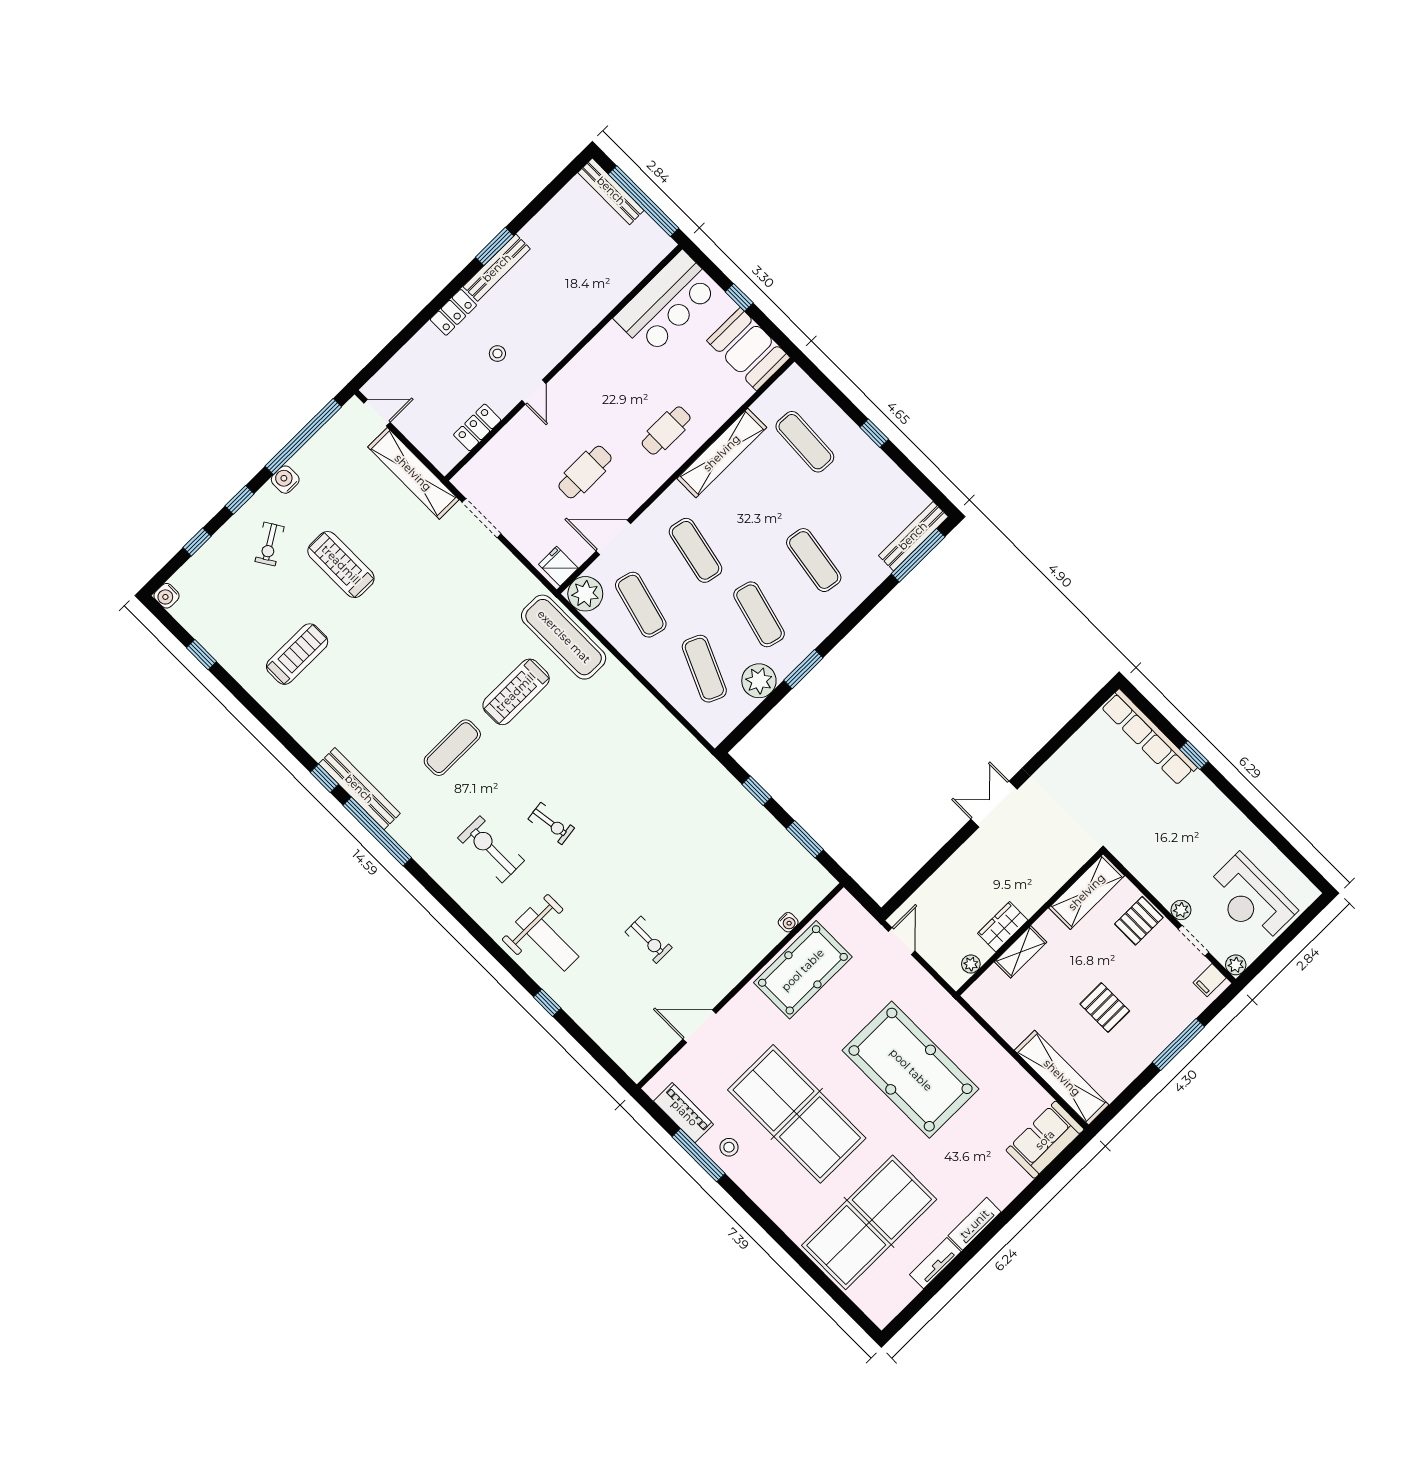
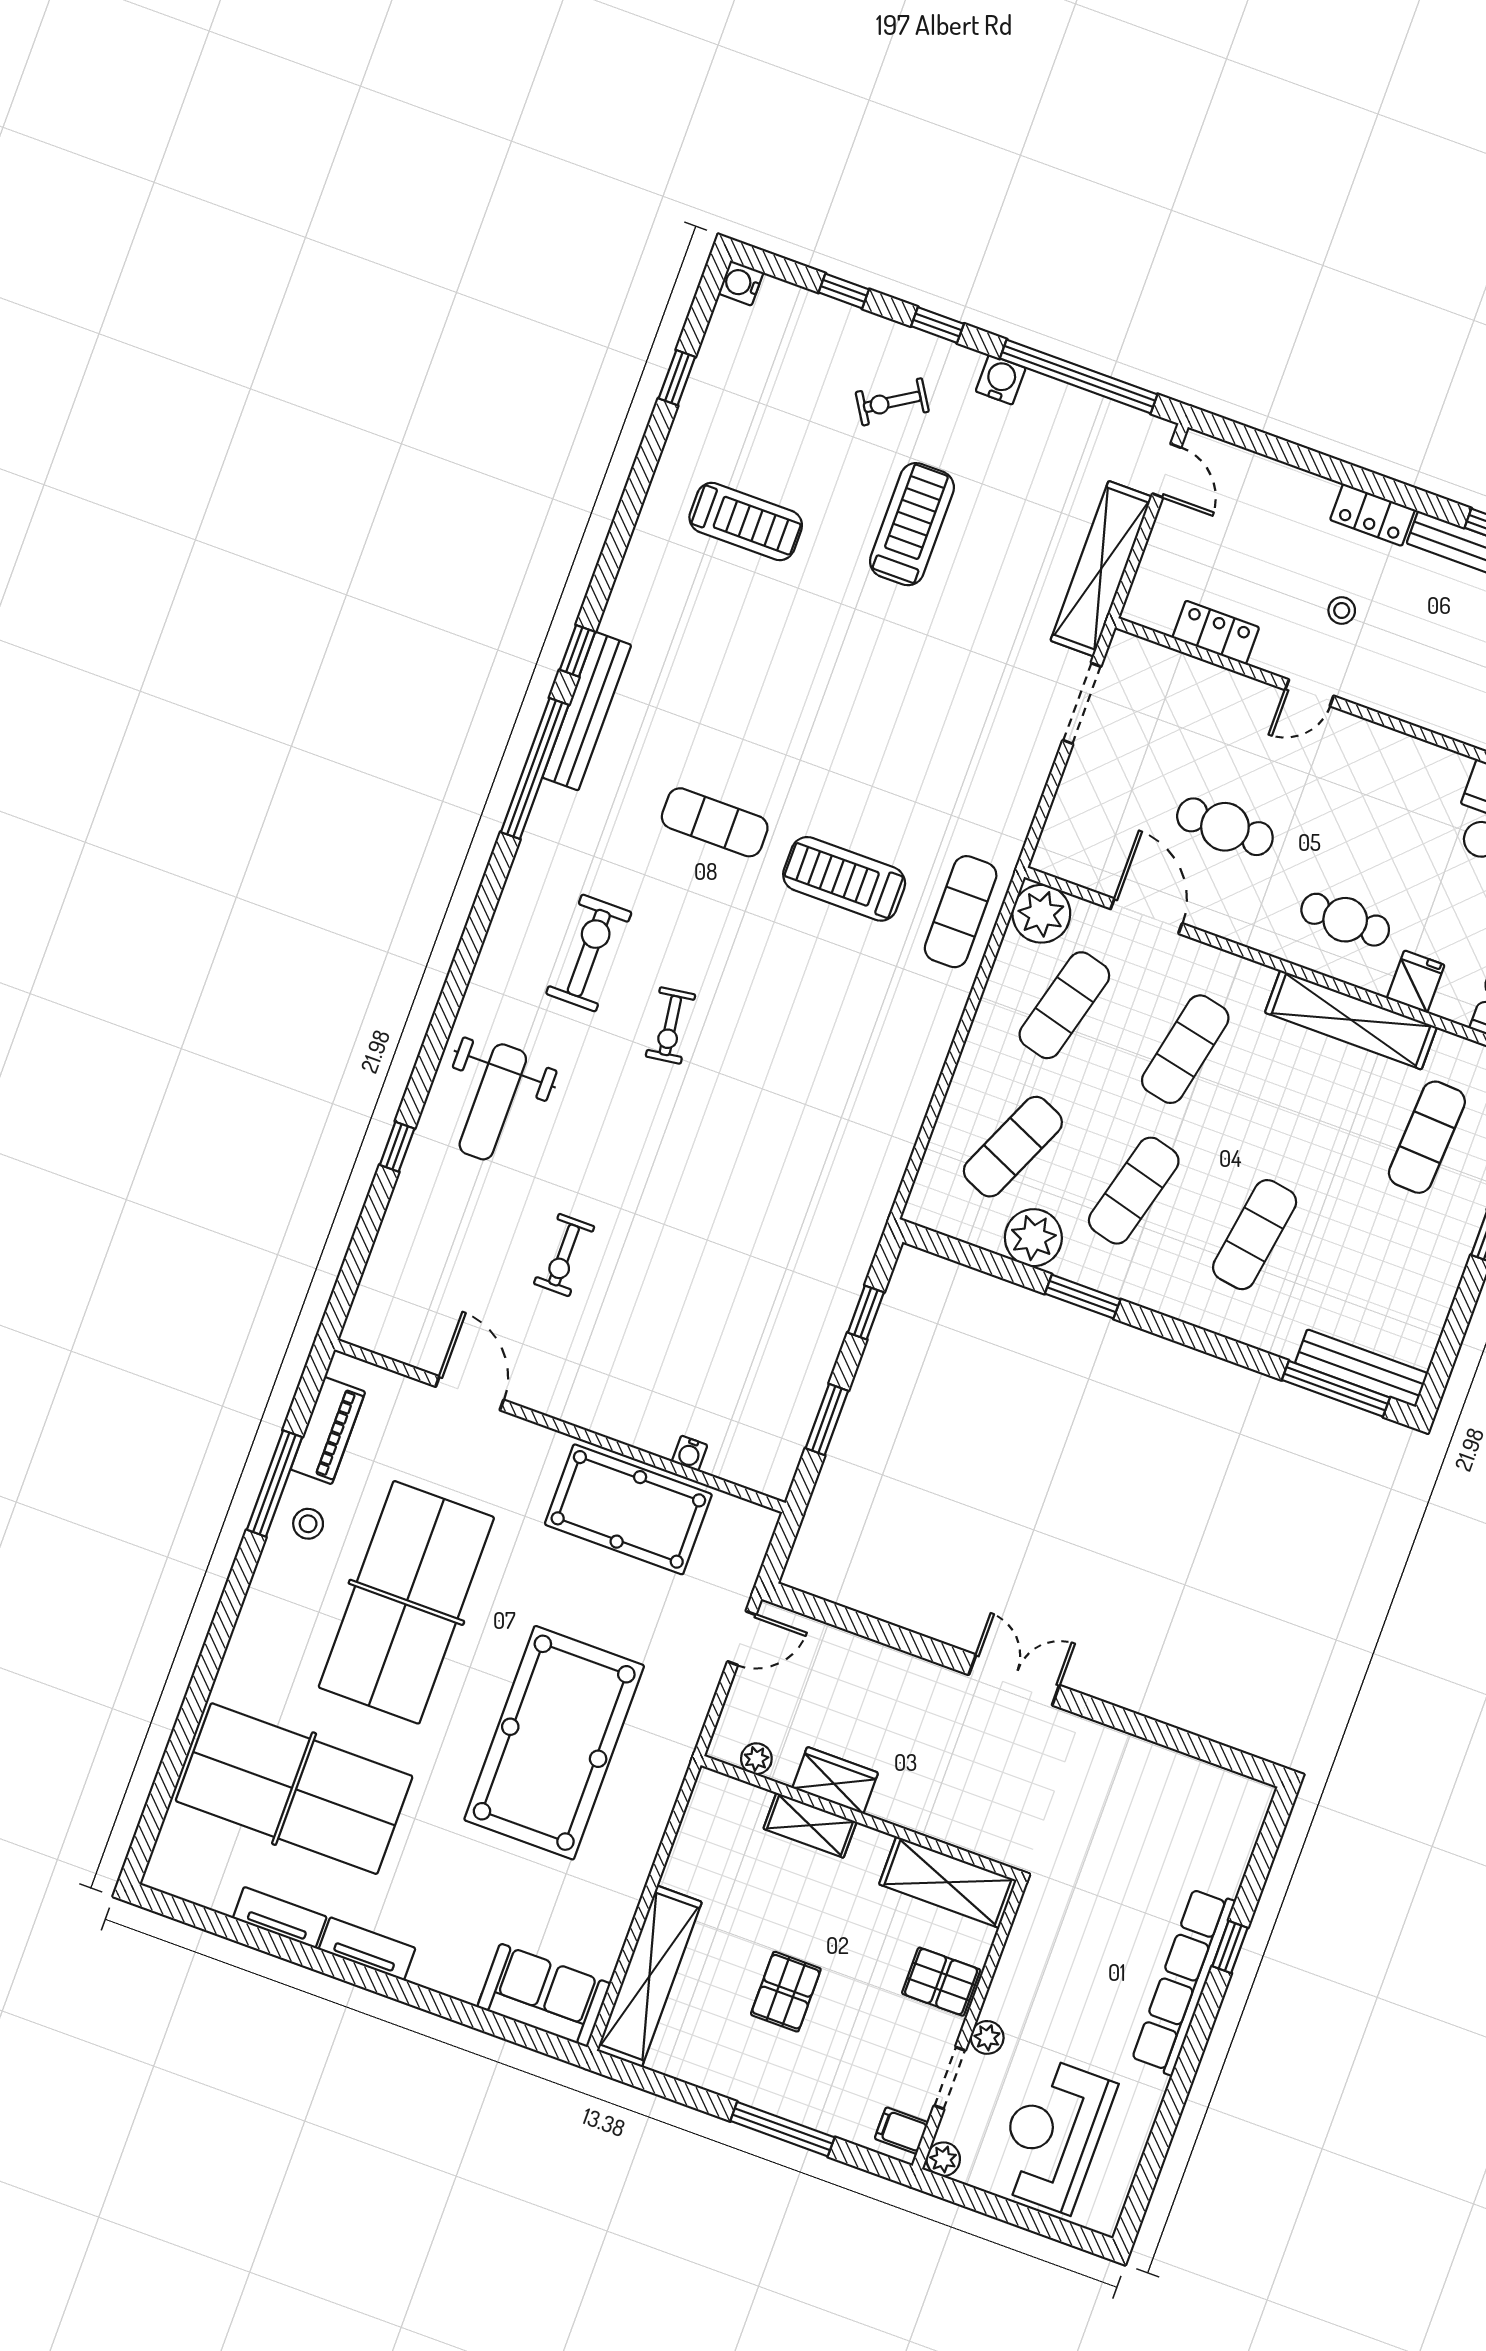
fridge: (558, 566) -> (1416, 982), moved
exercise mat: (564, 637) -> (961, 912), width x0.73, depth x0.69
row of seats: (1149, 737) -> (1183, 1981), moved

